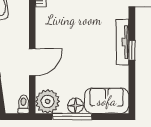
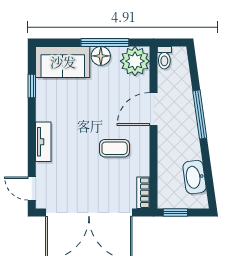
coffee table: (64, 30) -> (115, 148), added
tv unit: (123, 42) -> (43, 142), width x0.71
window: (132, 50) -> (32, 86), moved

